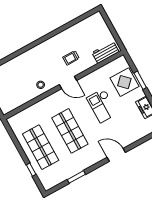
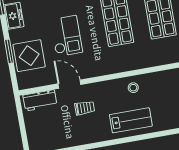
lab bench: (34, 60) -> (131, 120), added
door: (68, 83) -> (69, 84), moved

